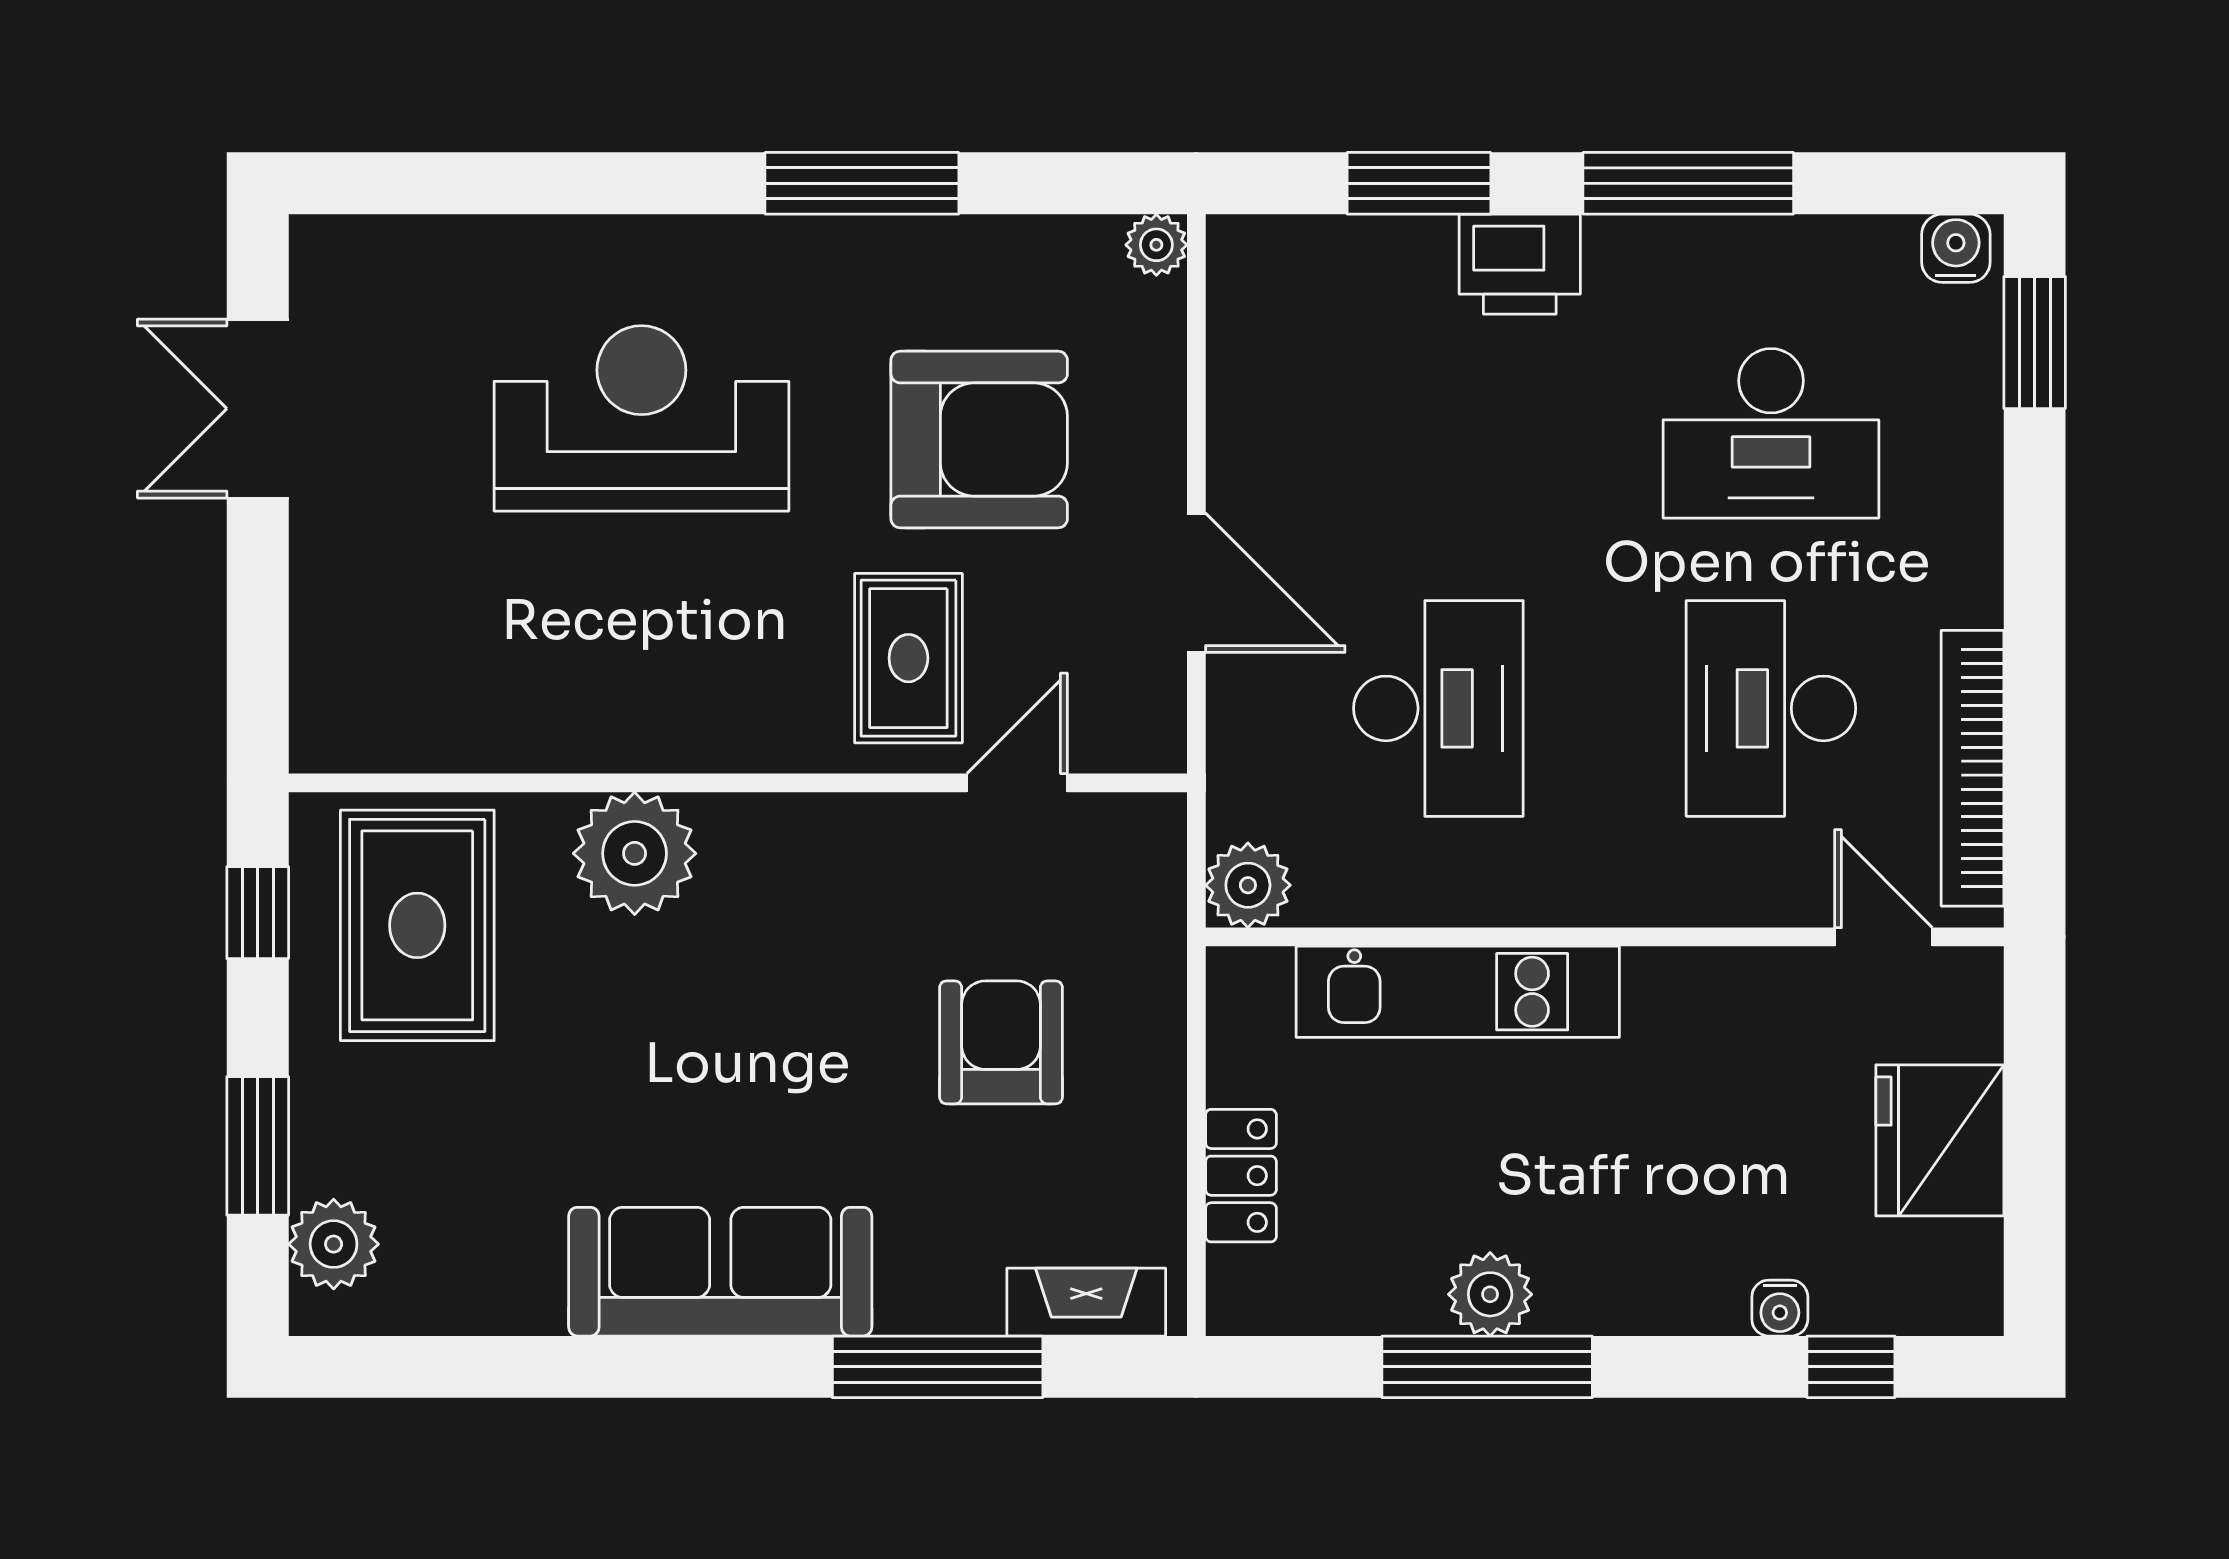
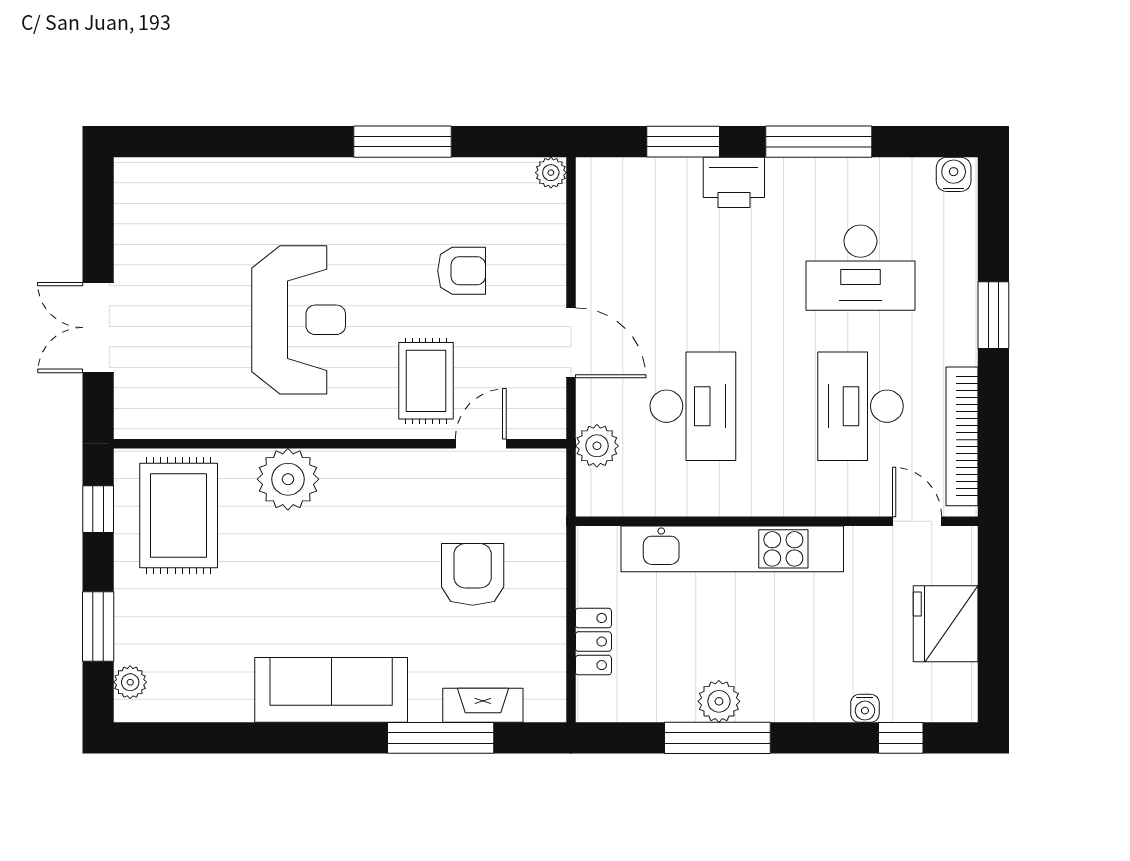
window: (2035, 343) -> (993, 315), moved
double door: (258, 409) -> (98, 328), moved
reception desk: (641, 418) -> (299, 320), moved, turned 90
armchair: (979, 440) -> (462, 271), width x0.53, depth x0.53
plant: (1248, 885) -> (597, 446), moved
kitchen unit: (1458, 992) -> (732, 549), width x1.36
plant: (334, 1244) -> (130, 682), width x0.73, depth x0.73
fireplace: (1086, 1302) -> (483, 705), moved

